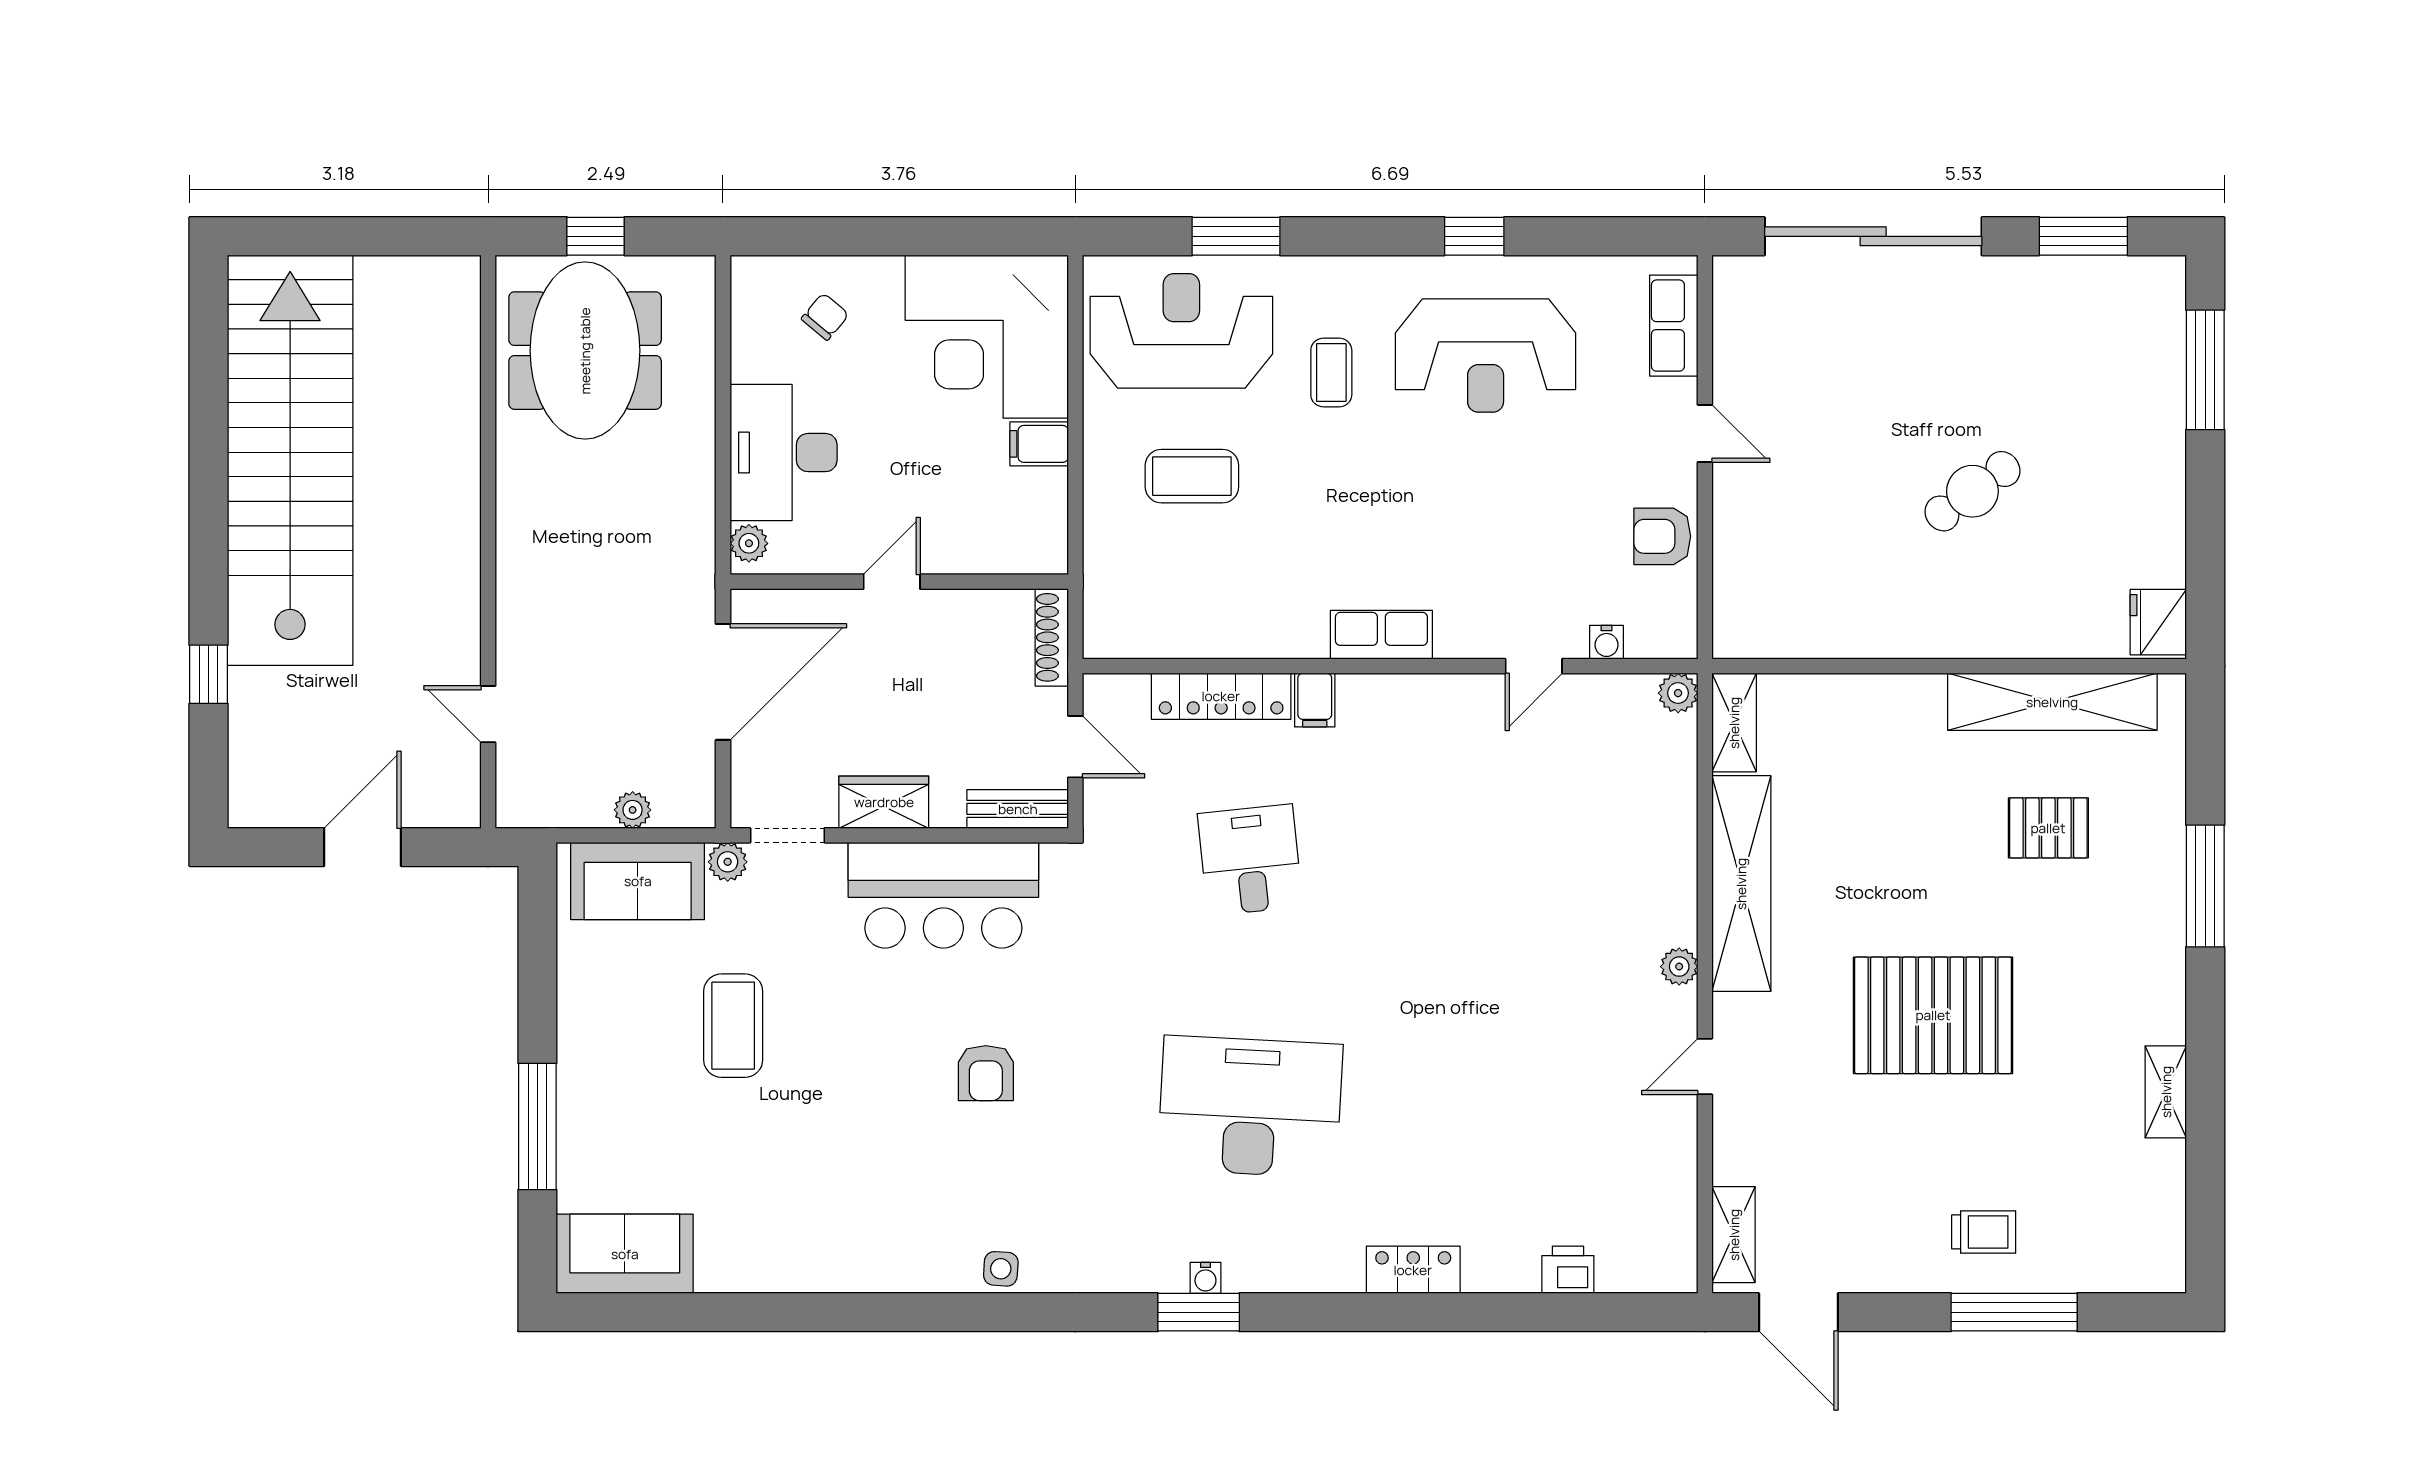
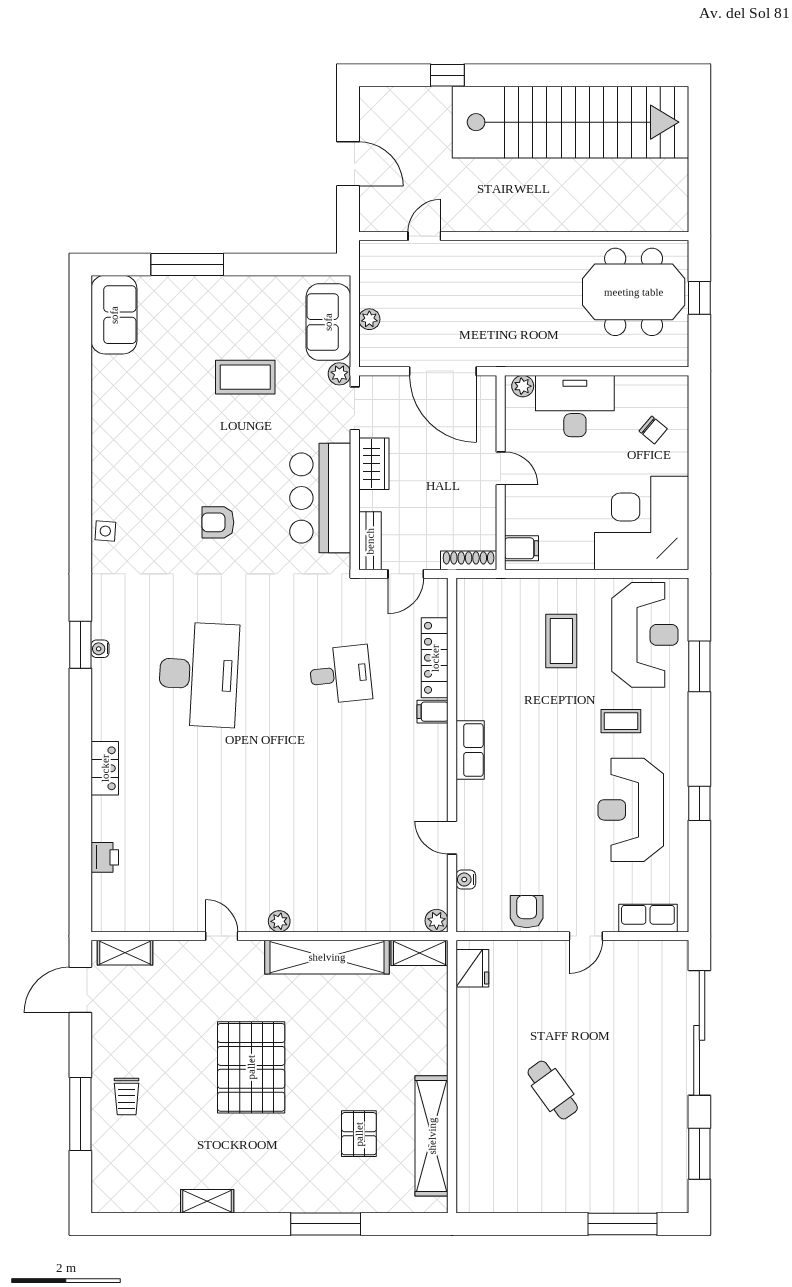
filing cabinet: (1039, 444) -> (522, 548), moved, turned 90
fridge: (2158, 622) -> (472, 968), moved, turned 90

